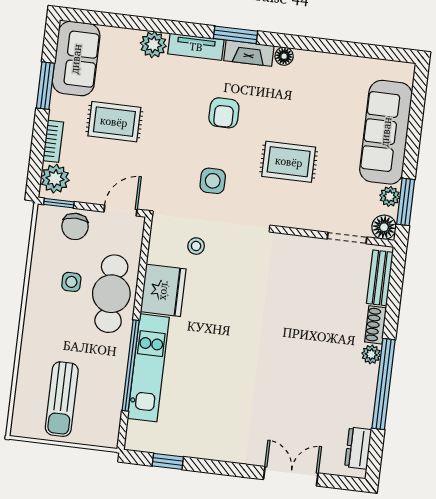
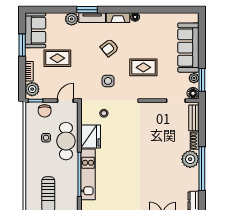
window: (236, 35) -> (87, 10), moved
armchair: (224, 113) -> (109, 48), turned 51
plant: (371, 354) -> (190, 159), width x1.88, depth x1.88

